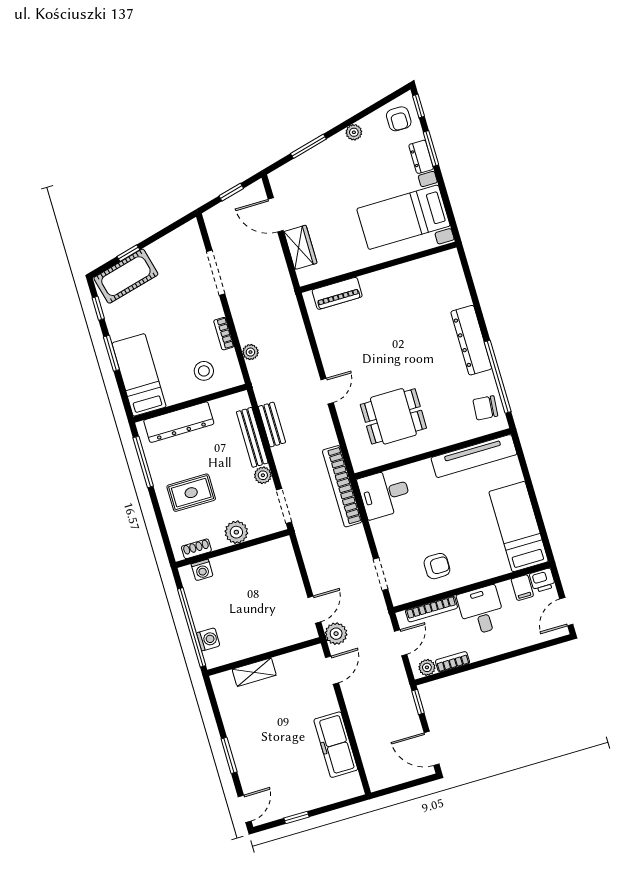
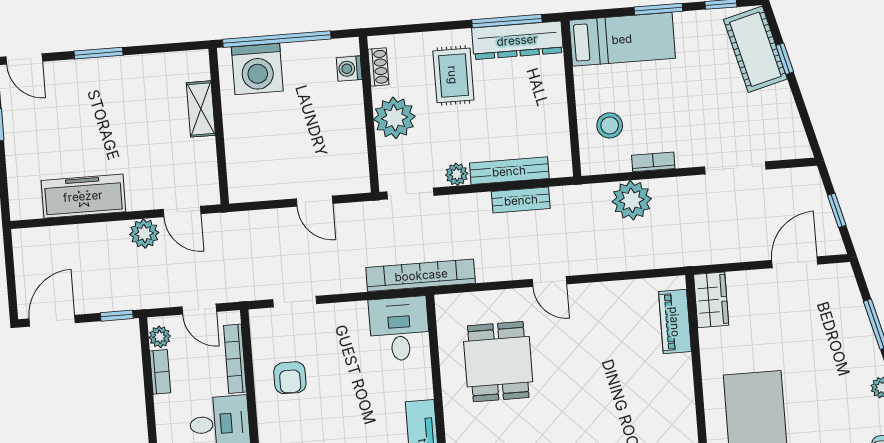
wardrobe: (300, 247) -> (711, 300), moved, turned -90
plant: (250, 352) -> (632, 200), width x1.88, depth x1.88
dresser: (179, 422) -> (517, 40), moved, turned -90
plant: (236, 532) -> (394, 118), width x1.36, depth x1.36
door: (314, 610) -> (315, 201), moved
plant: (336, 634) -> (144, 234), moved
washing machine: (208, 639) -> (257, 69), width x1.89, depth x1.89

